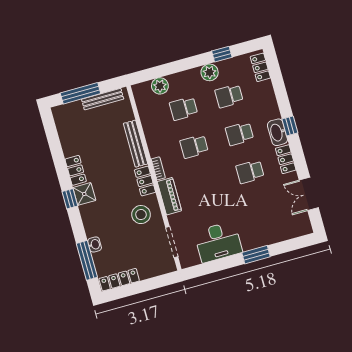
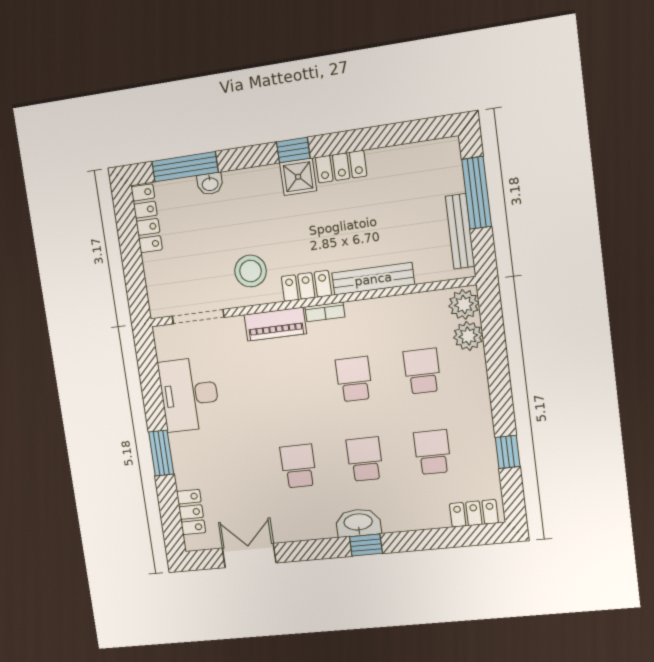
plant: (210, 72) -> (464, 304), moved
locker: (286, 159) -> (191, 512), moved, turned 90

